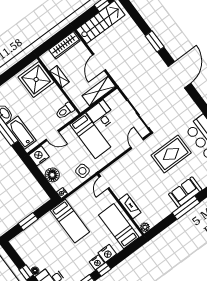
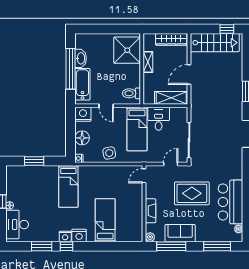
door: (104, 183) -> (144, 176), moved
wall: (121, 204) -> (144, 204), moved
fireplace: (130, 206) -> (150, 211), moved
plant: (145, 227) -> (150, 237), moved

